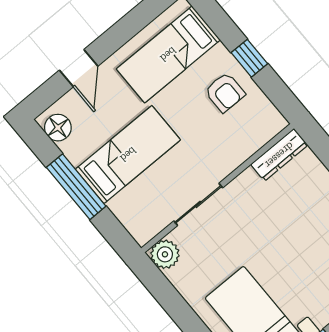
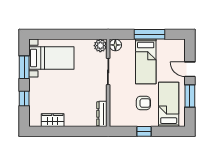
window: (124, 30) -> (190, 96), added
armchair: (225, 92) -> (143, 103), moved, turned 180
floor lamp: (58, 128) -> (115, 45), moved

